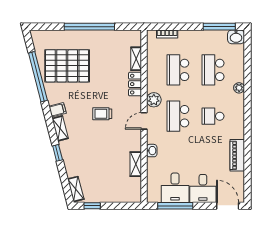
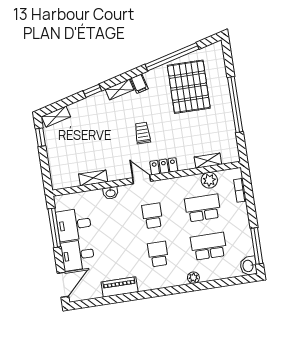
locker: (135, 84) -> (164, 166), moved
plant: (154, 100) -> (209, 180), moved
school desk: (178, 116) -> (152, 216), width x0.54

